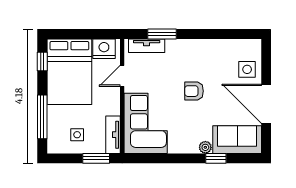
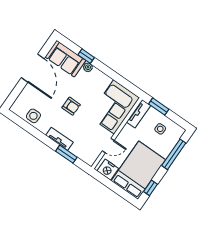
tv unit: (147, 46) -> (59, 139), moved
side table: (247, 69) -> (33, 116), moved

